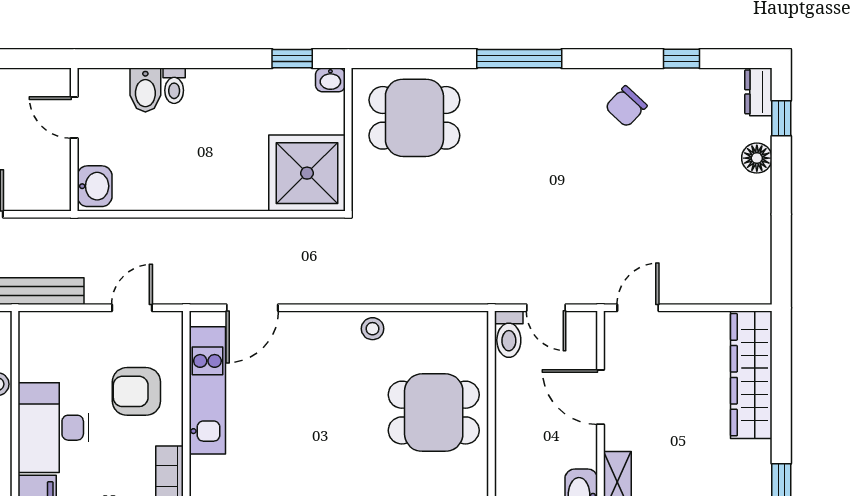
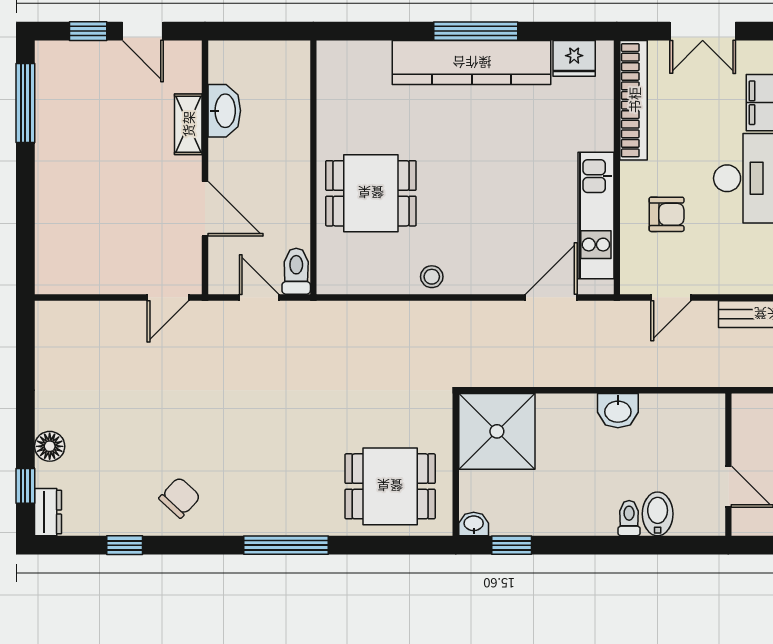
washbasin: (95, 186) -> (618, 411), moved, turned -90
wardrobe: (751, 375) -> (55, 231), removed
armchair: (136, 391) -> (667, 214), width x0.72, depth x0.72

